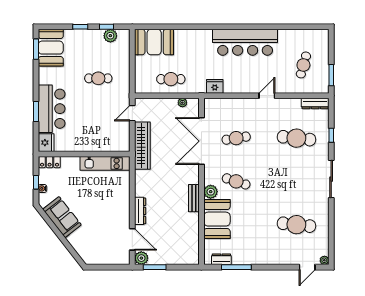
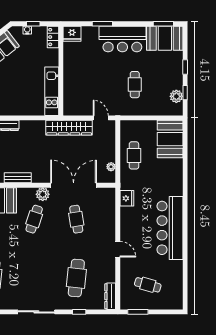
bar counter: (52, 109) -> (122, 39), moved
plant: (211, 192) -> (43, 194), moved

